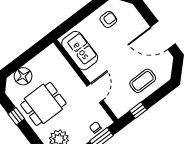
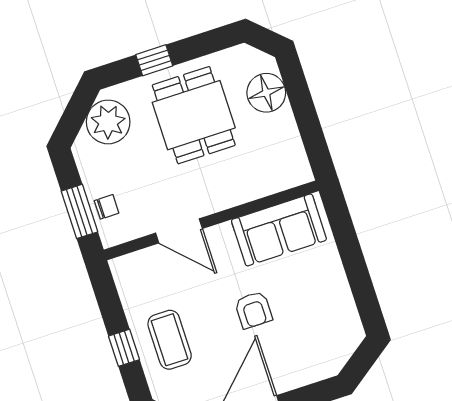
armchair: (108, 19) -> (253, 310), moved
window: (138, 110) -> (124, 348), moved
window: (16, 116) -> (154, 60), moved

